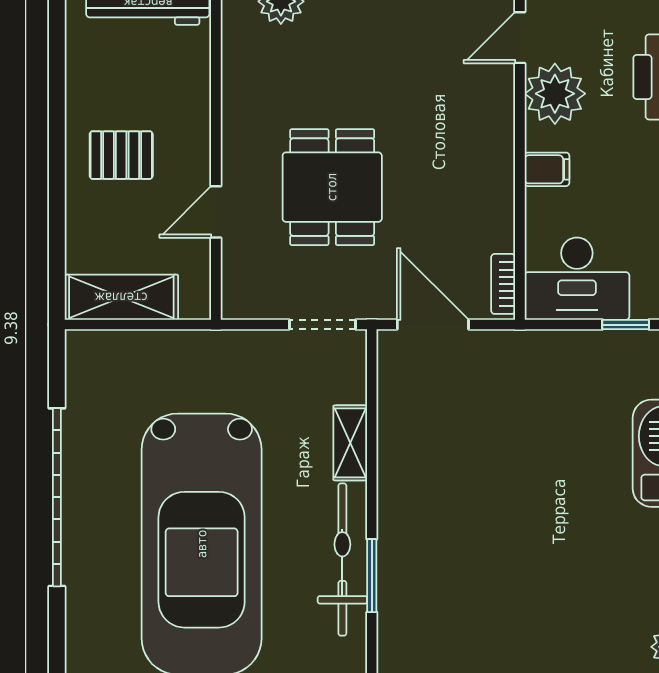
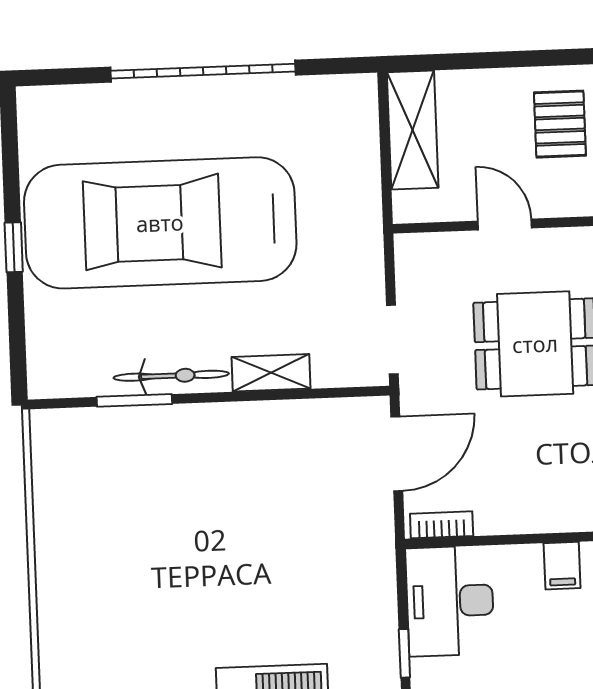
bicycle: (342, 560) -> (171, 376), width x0.73, depth x0.71

